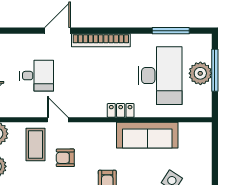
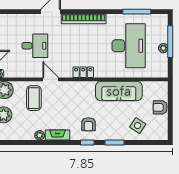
plant: (200, 73) -> (163, 48), width x0.53, depth x0.53
locker: (121, 110) -> (83, 72), moved
armchair: (65, 158) -> (160, 107), moved

